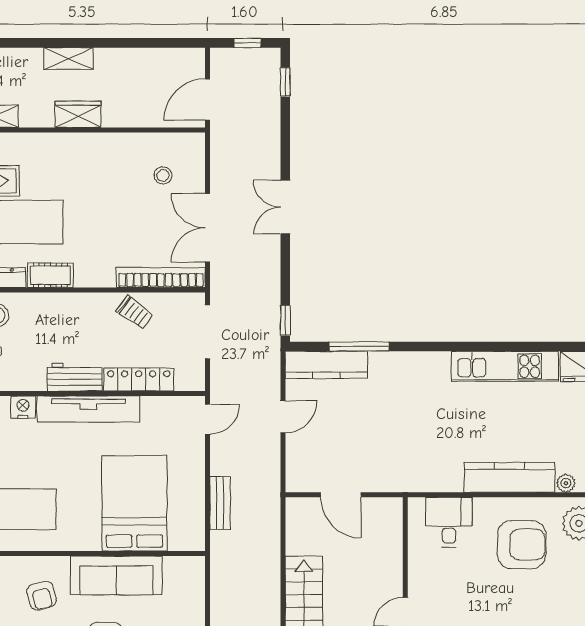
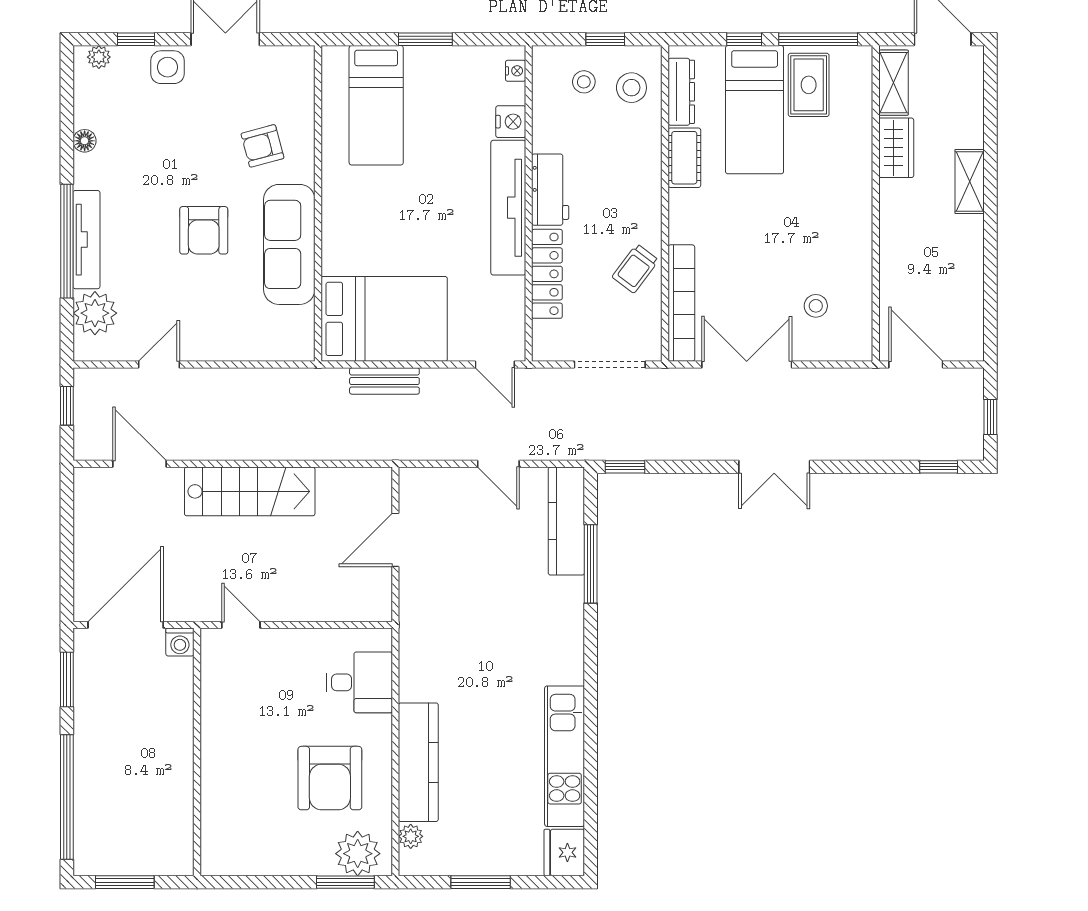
wardrobe: (78, 114) -> (896, 148), moved
double door: (285, 207) -> (774, 467), swing flipped
bed: (134, 503) -> (384, 319), moved

